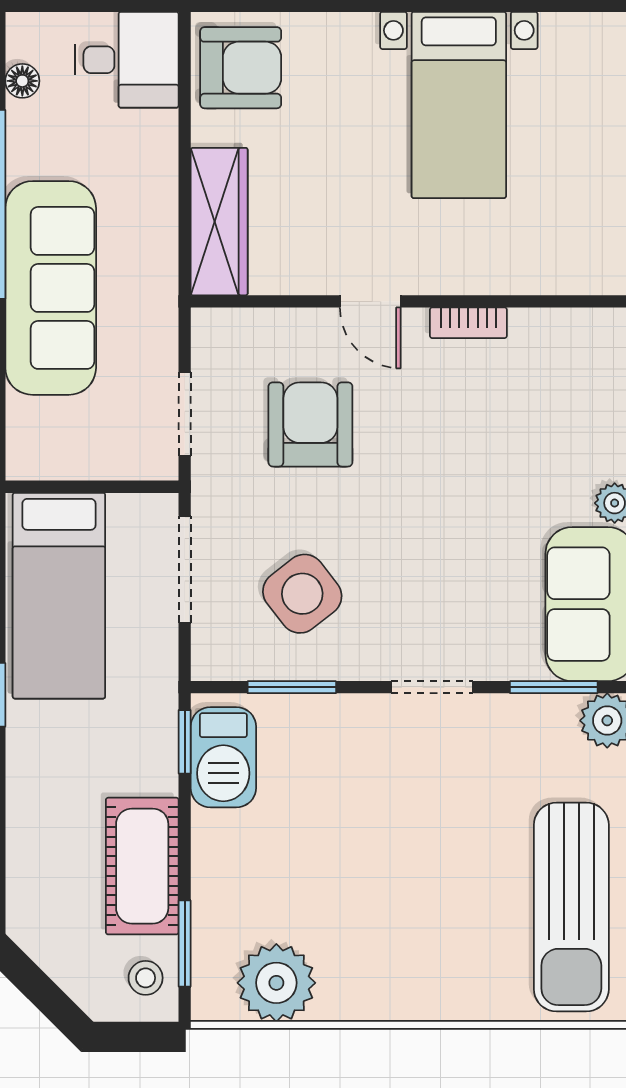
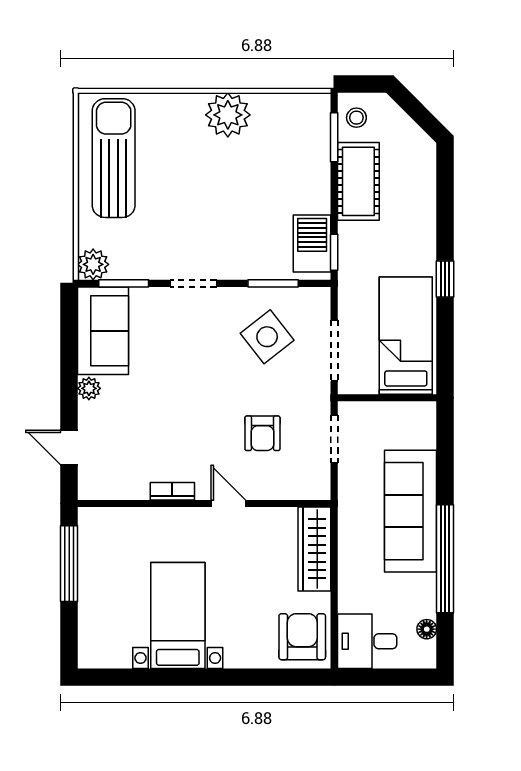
armchair: (241, 68) -> (302, 637), turned 90
armchair: (310, 424) -> (262, 433), width x0.72, depth x0.72
plant: (276, 983) -> (228, 115), moved

